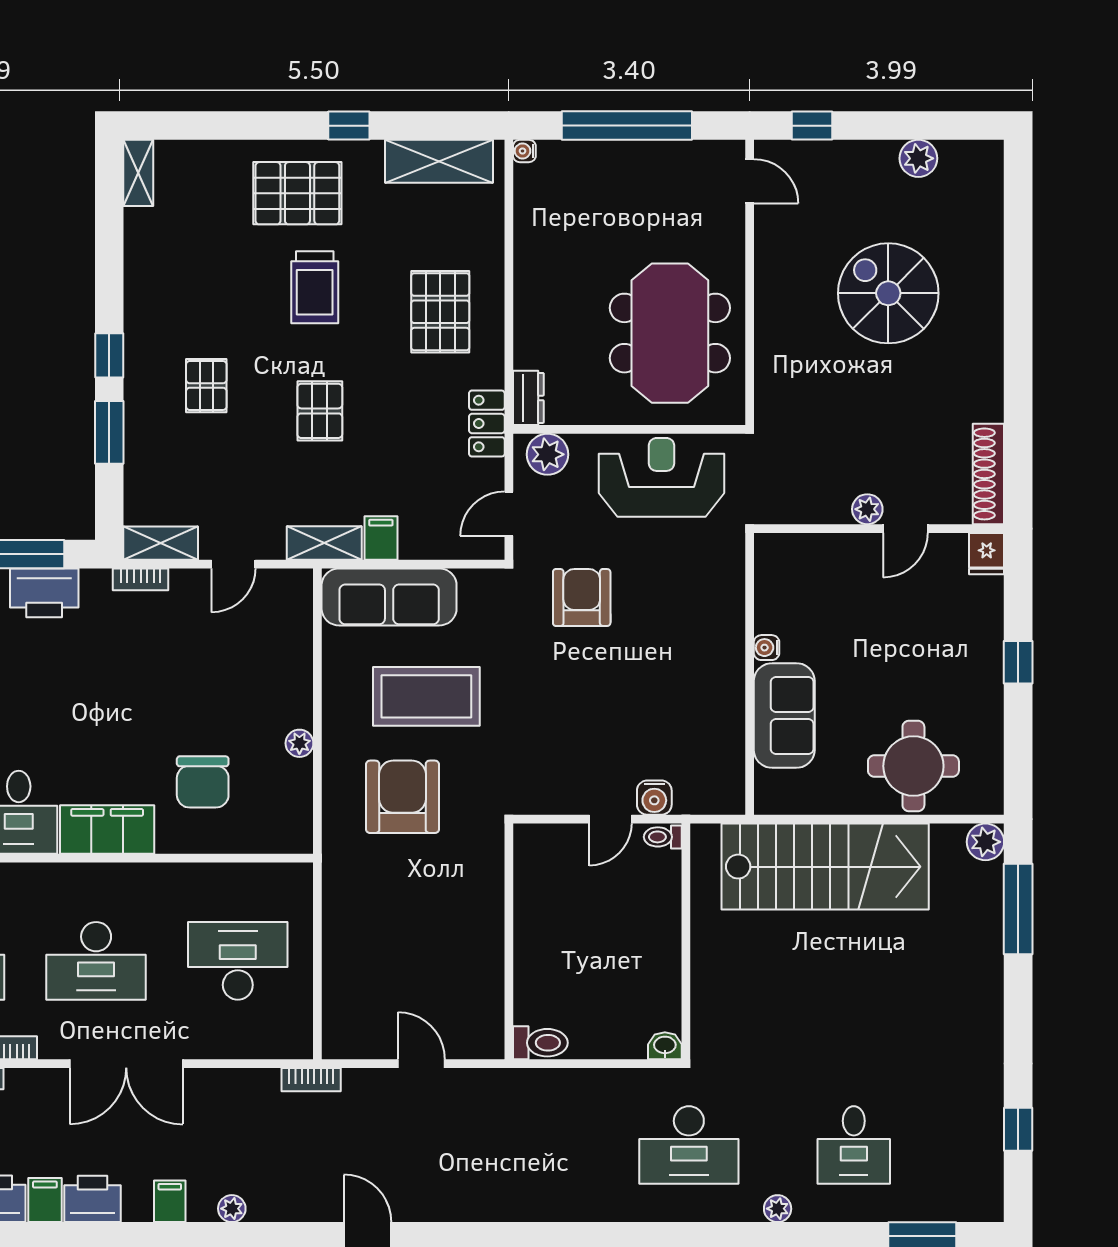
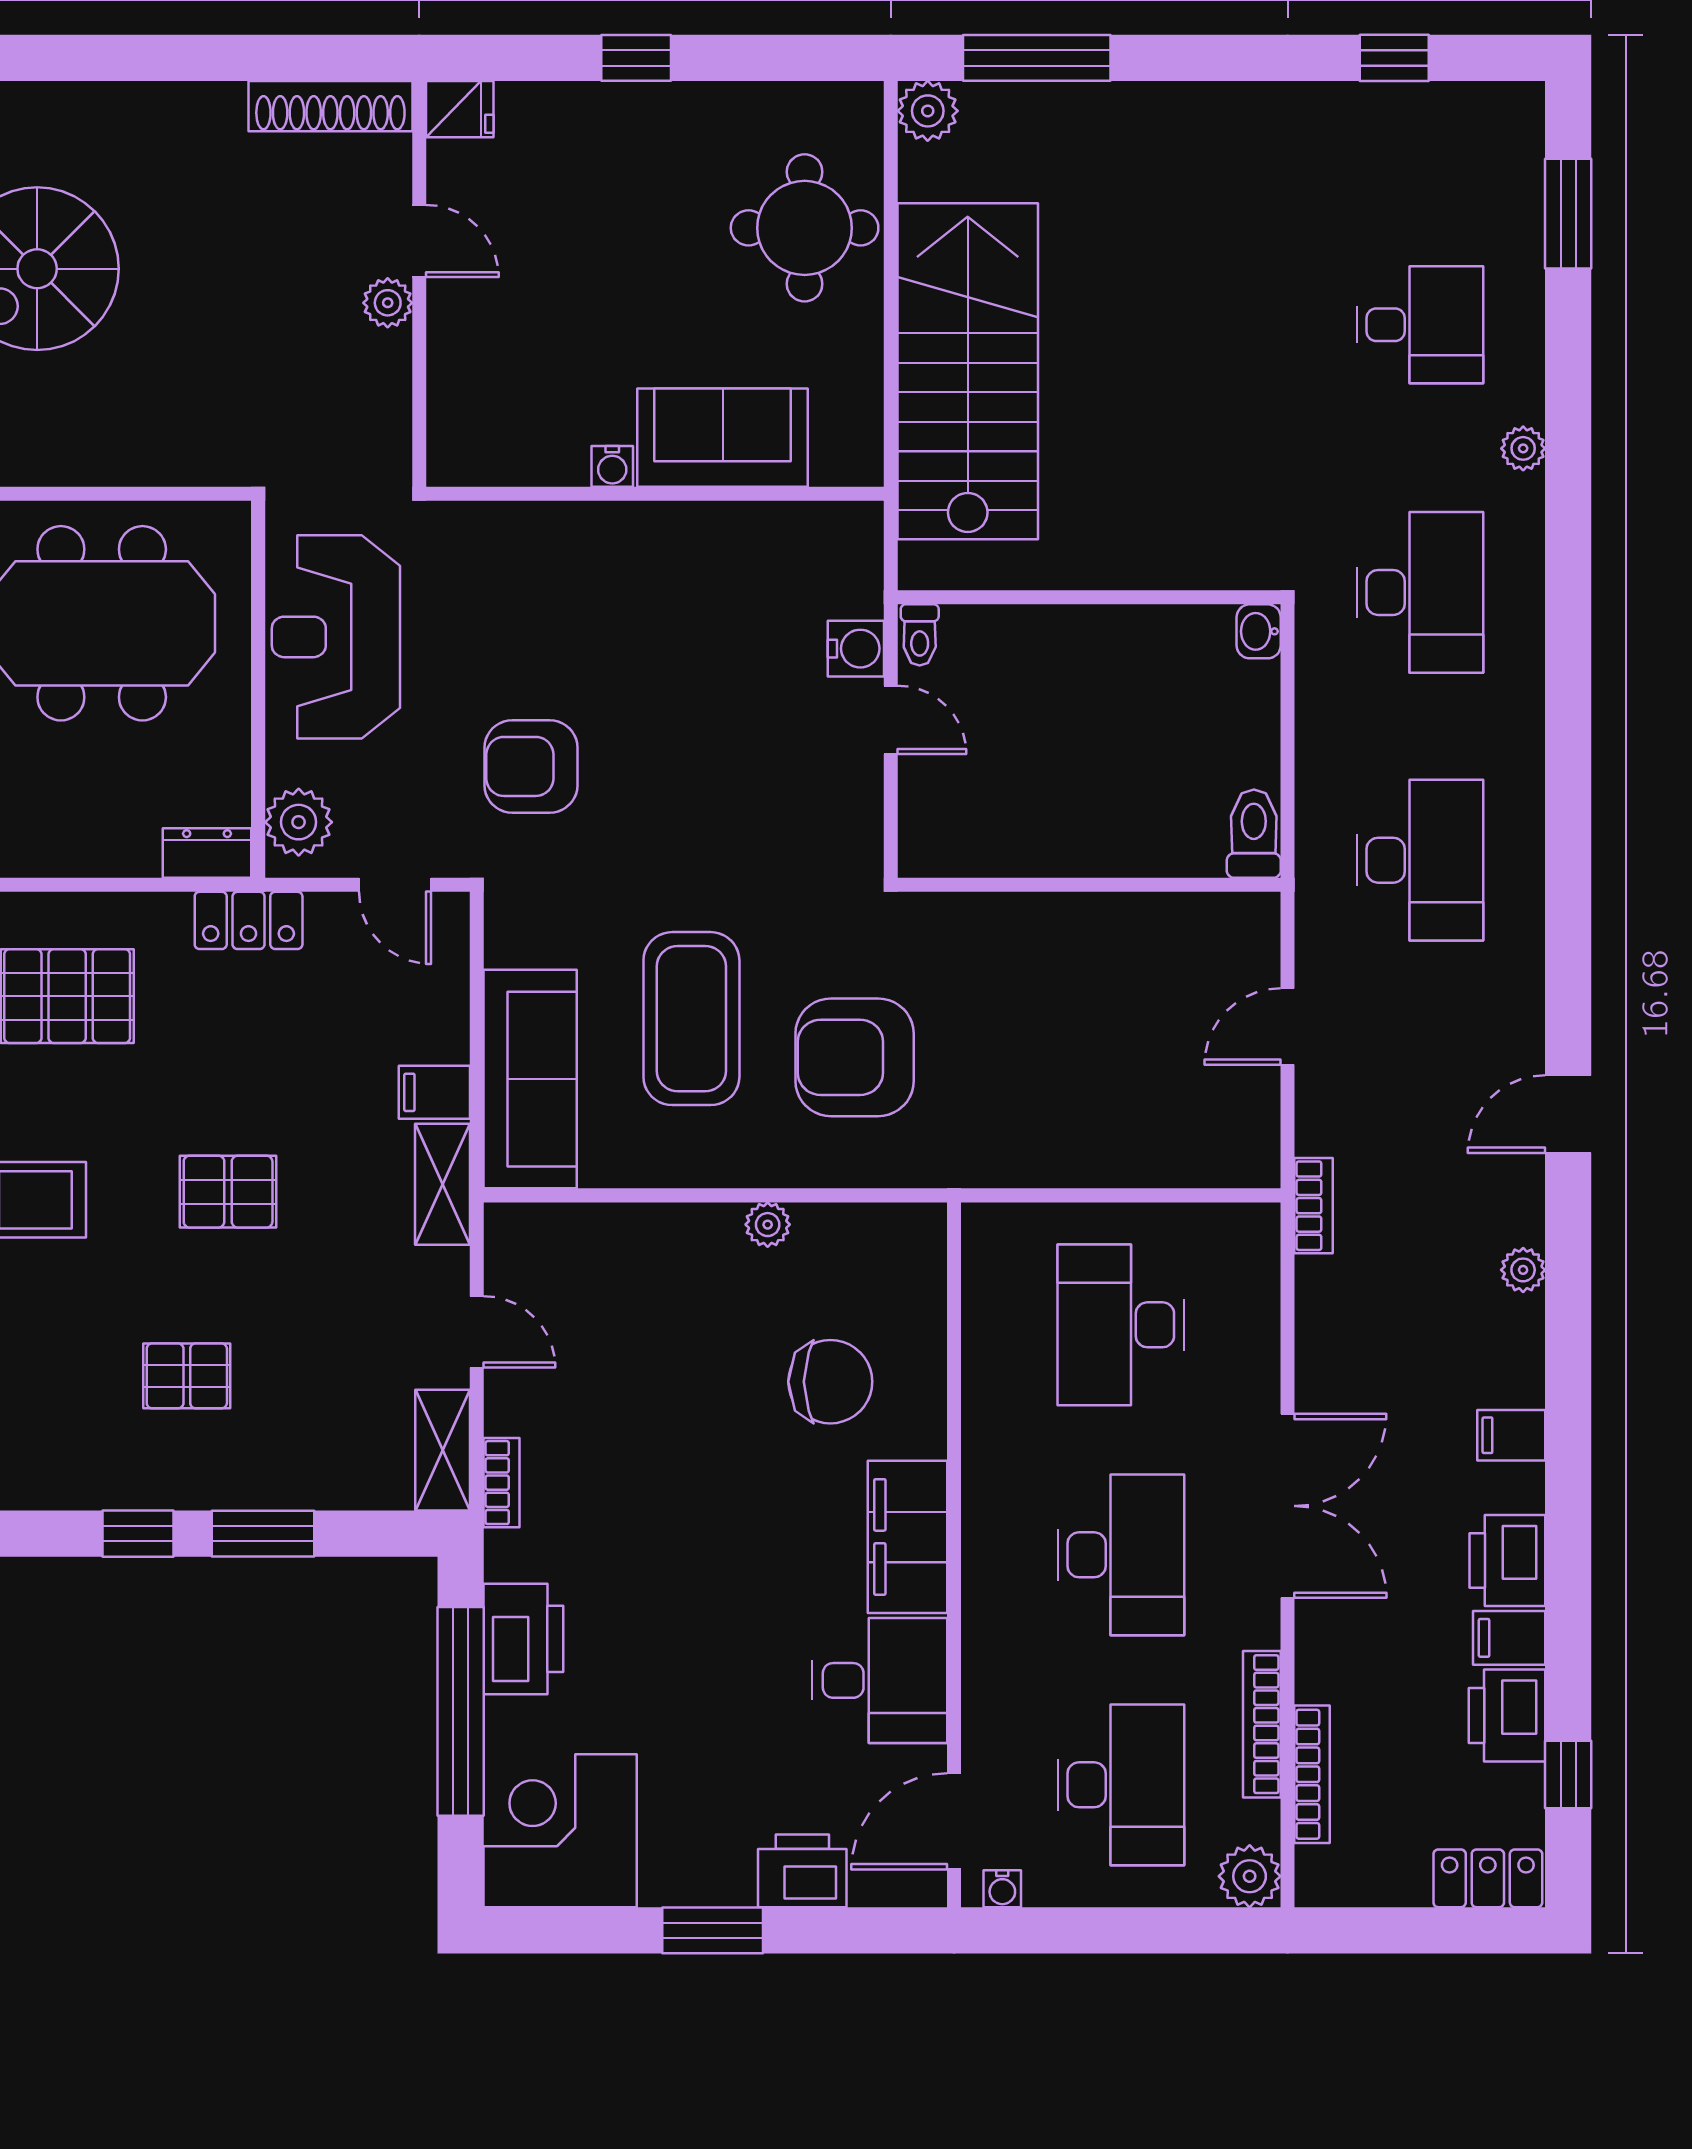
desk: (524, 1145) -> (1420, 860), added
plant: (232, 1209) -> (1523, 1270), moved

